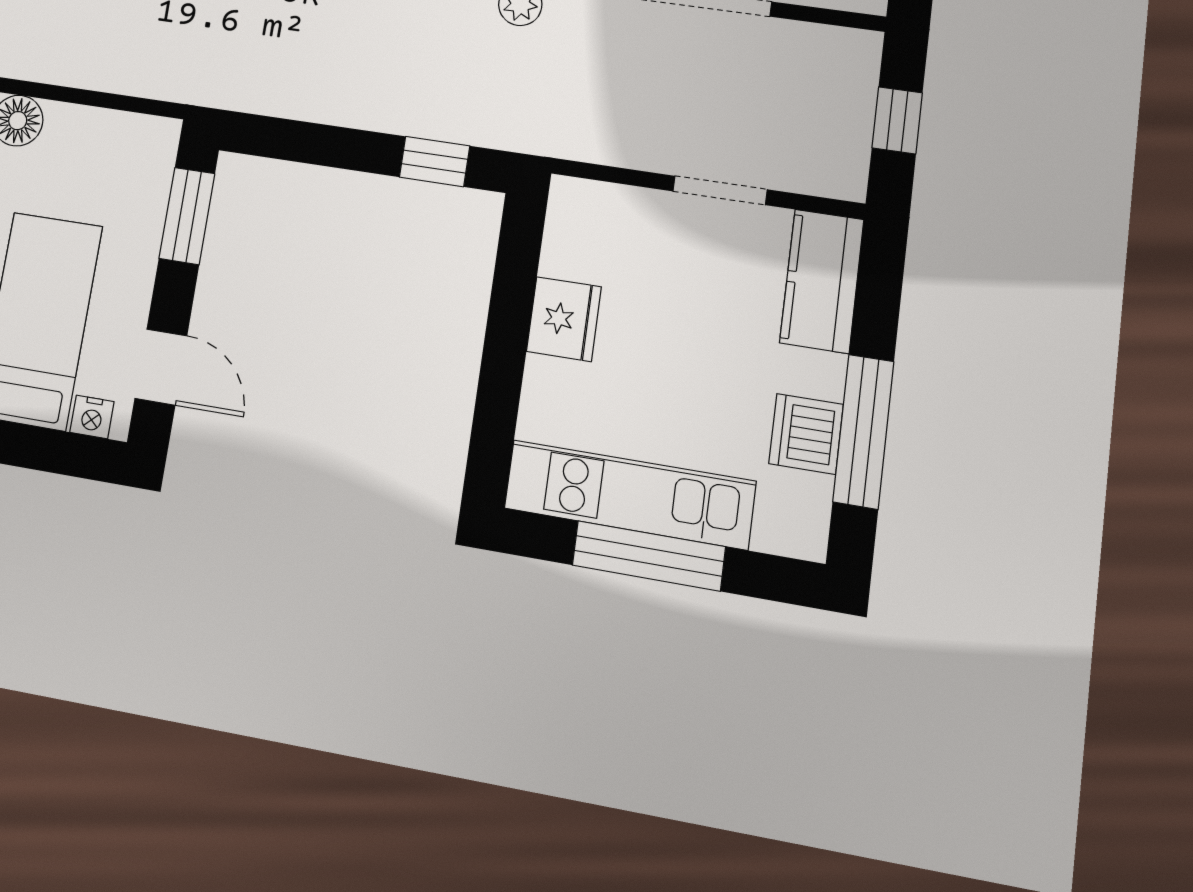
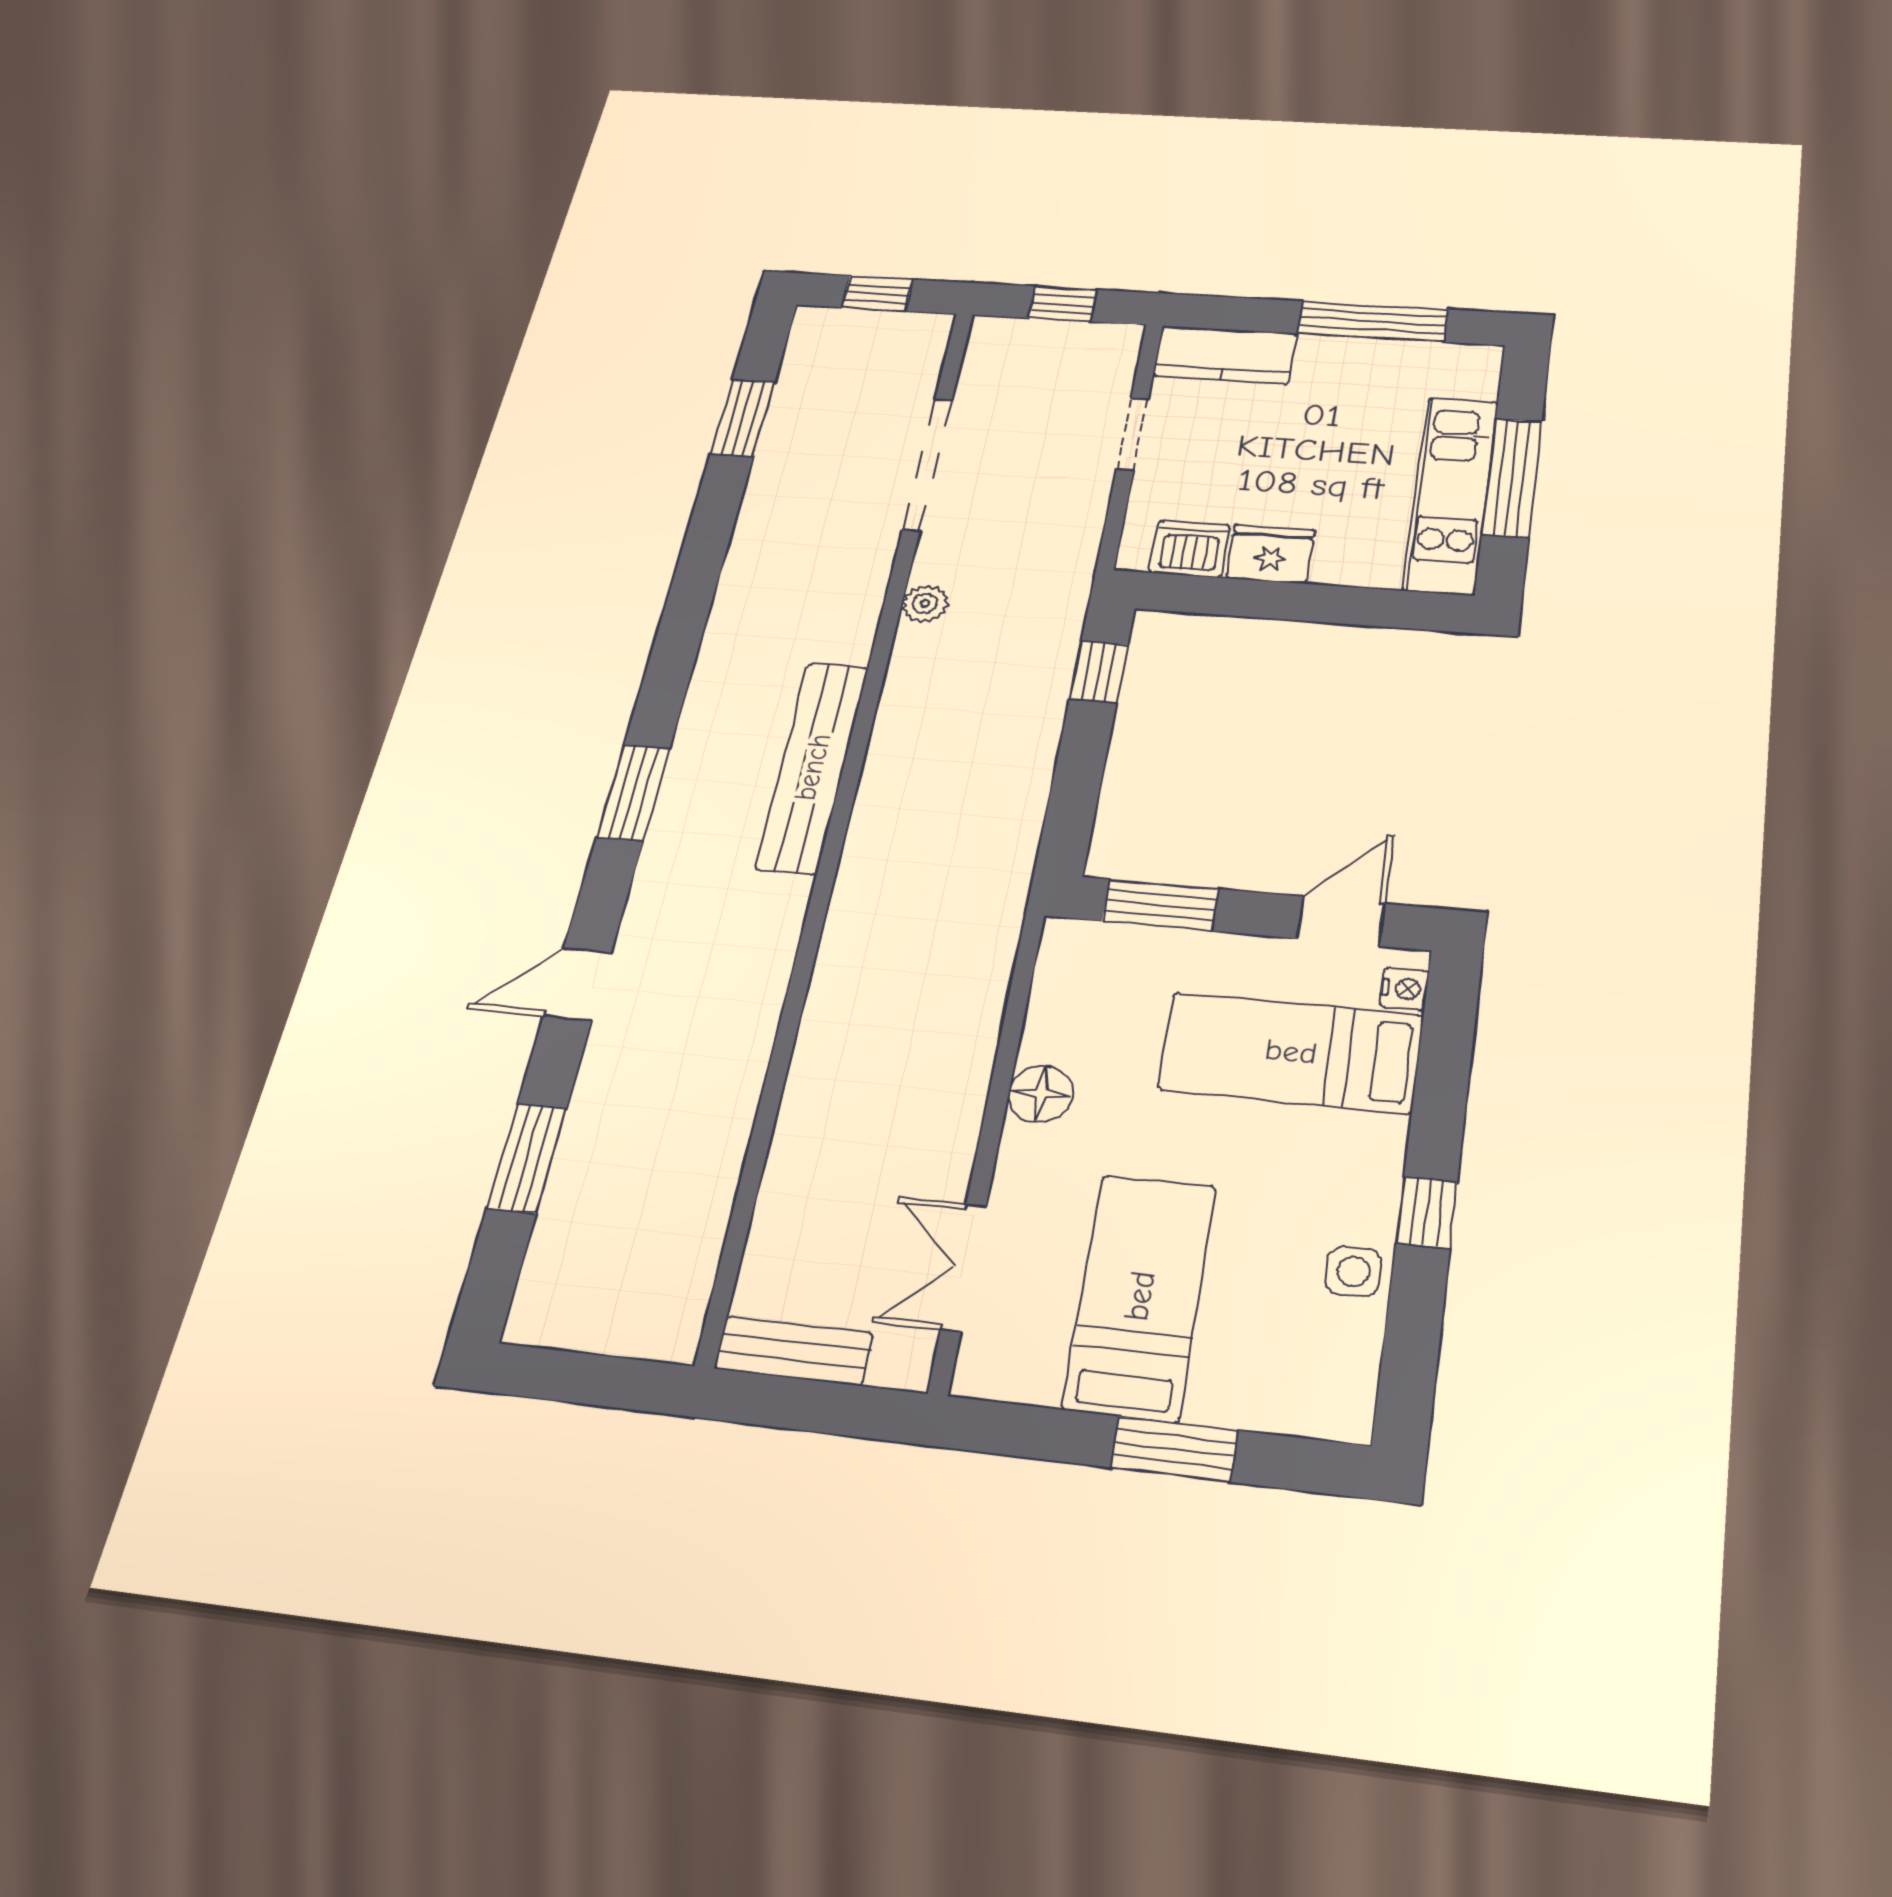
dishwasher: (806, 434) -> (1190, 549), moved, turned 180

